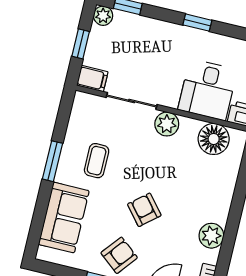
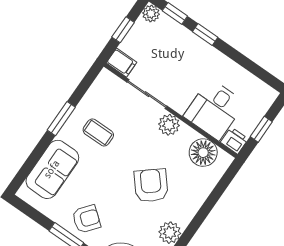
window: (197, 23) -> (205, 35), moved
coffee table: (97, 161) -> (98, 132), turned 90
armchair: (144, 210) -> (151, 186), moved, width x1.38, depth x1.38

